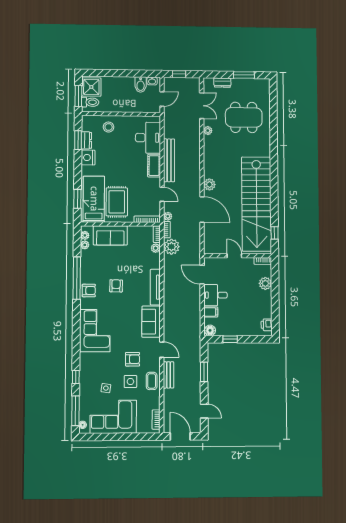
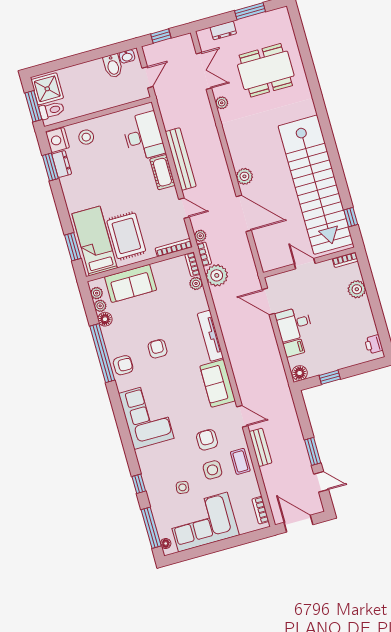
nightstand: (88, 158) -> (58, 140), moved
floor lamp: (85, 255) -> (105, 319), added
armchair: (133, 359) -> (207, 440), turned -90
window: (204, 372) -> (313, 451), moved

